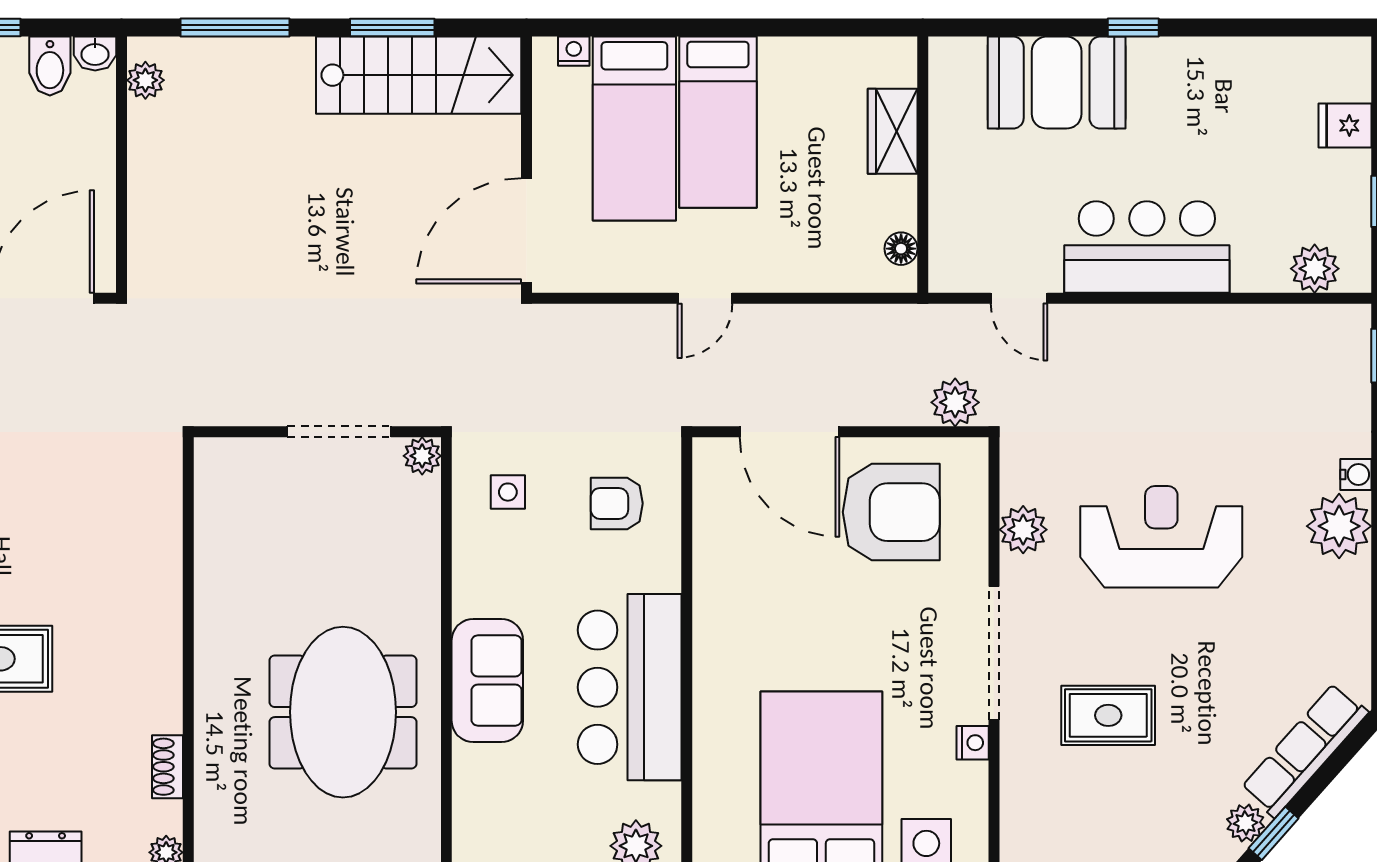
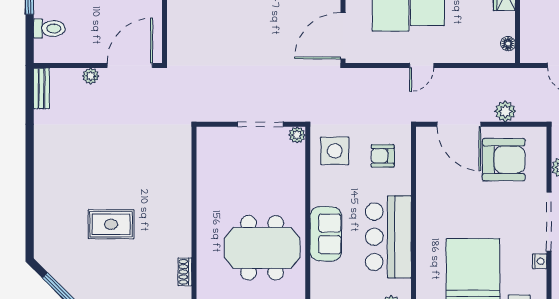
plant: (955, 402) -> (505, 111), moved
side table: (508, 492) -> (335, 151), width x1.87, depth x1.87
meeting table: (343, 712) -> (262, 248), turned 90

